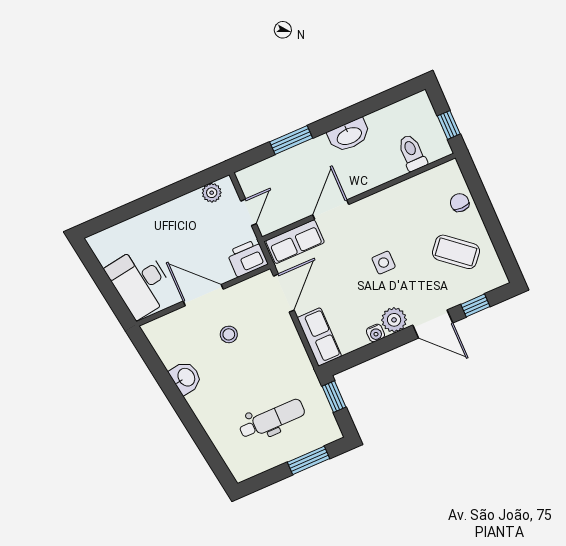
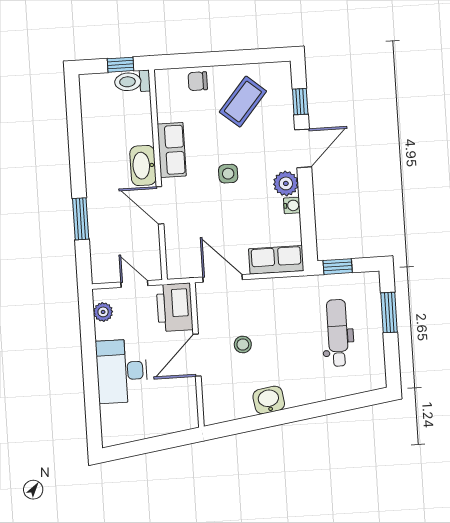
washbasin: (349, 135) -> (143, 165), moved, turned 180
toilet: (412, 153) -> (132, 81), moved
row of seats: (295, 242) -> (172, 150), moved
printer: (247, 258) -> (175, 307), width x1.37, depth x1.19
desk: (140, 282) -> (122, 371), moved, turned 98

